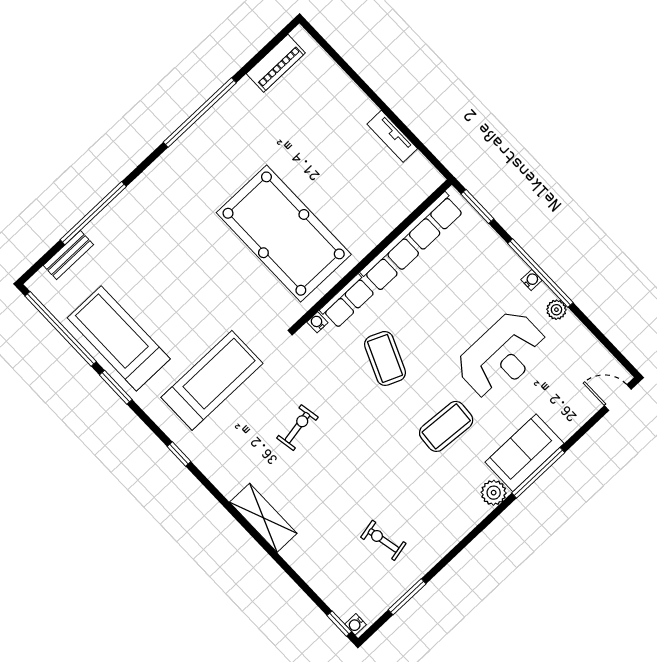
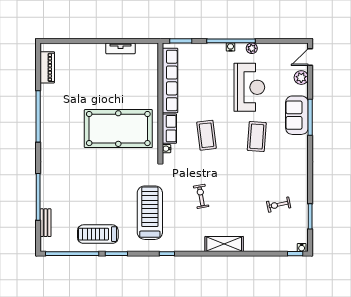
treadmill: (119, 338) -> (98, 234), width x0.73, depth x0.73
coffee table: (385, 358) -> (207, 135), turned 60
plant: (494, 493) -> (301, 78), moved

